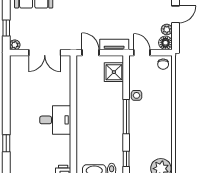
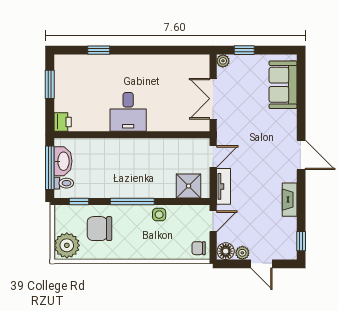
chair: (148, 143) -> (99, 229), added

